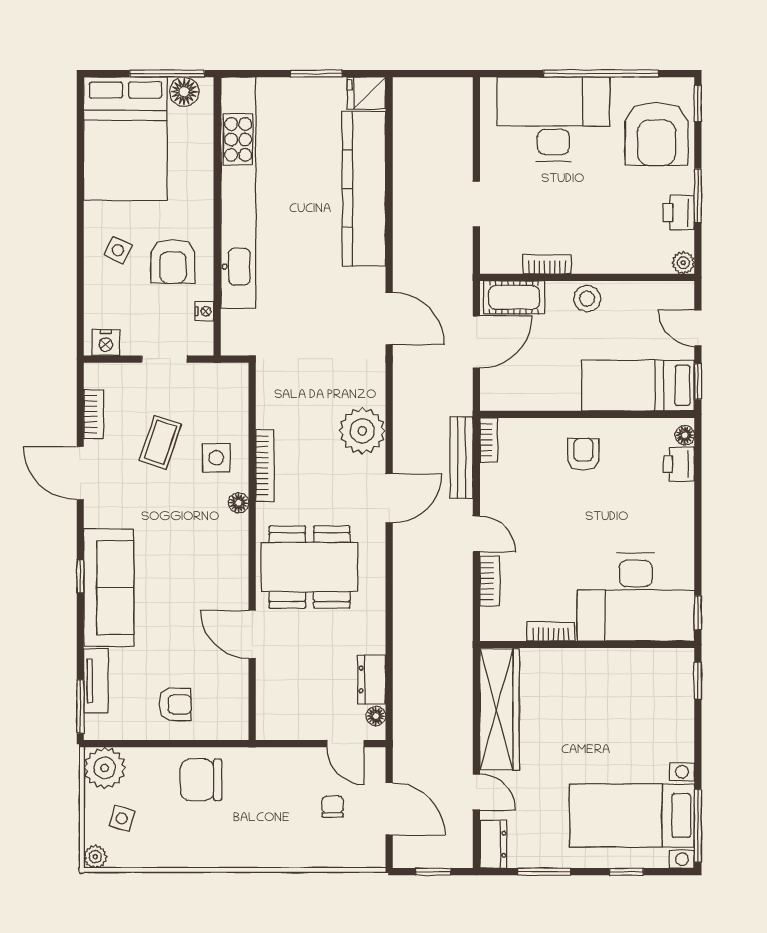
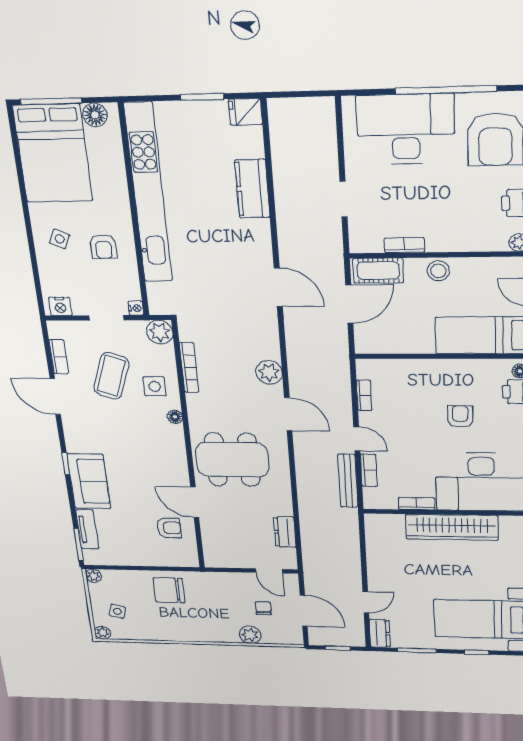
window: (167, 74) -> (51, 101), moved
kitchen counter: (364, 189) -> (252, 189), width x0.48, depth x0.86
armchair: (173, 261) -> (103, 247), width x0.72, depth x0.72
nightstand: (204, 311) -> (136, 308), moved
plant: (232, 380) -> (160, 332), added
plant: (362, 431) -> (269, 372), width x0.73, depth x0.73
bookcase: (489, 440) -> (364, 395), moved
coffee table: (160, 442) -> (111, 376), width x1.36, depth x1.30
armchair: (583, 454) -> (460, 417), moved
bench: (462, 458) -> (348, 481), moved
bookcase: (265, 465) -> (189, 367), moved
door: (389, 498) -> (288, 414), hinge flipped
sofa: (109, 588) -> (89, 481), width x0.73
armchair: (175, 704) -> (169, 528), moved
wardrobe: (500, 709) -> (452, 527), moved, turned 90
floor lamp: (376, 716) -> (290, 555), removed
plant: (105, 768) -> (93, 576), width x0.53, depth x0.53
door: (476, 792) -> (366, 602), hinge flipped
plant: (310, 853) -> (250, 635), added

